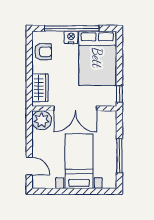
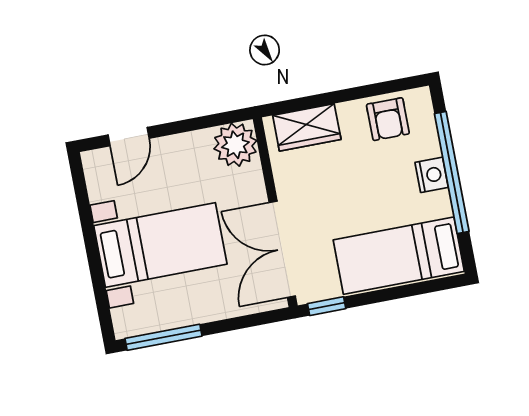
bed: (97, 58) -> (399, 256), width x0.67
double door: (75, 108) -> (282, 249), moved
window: (119, 156) -> (163, 337), moved

